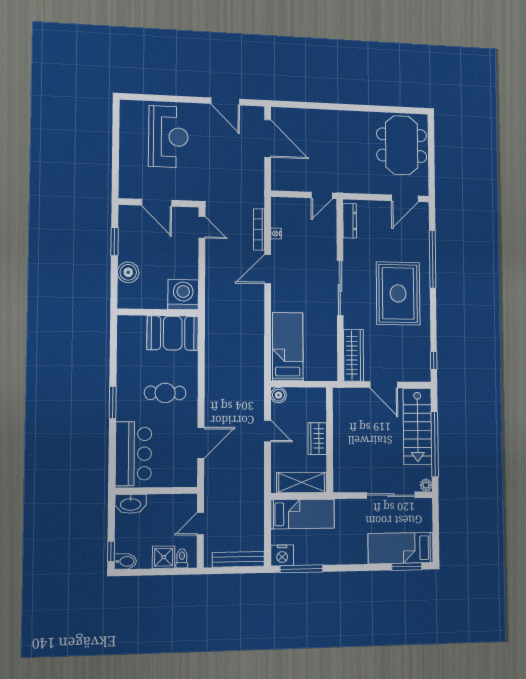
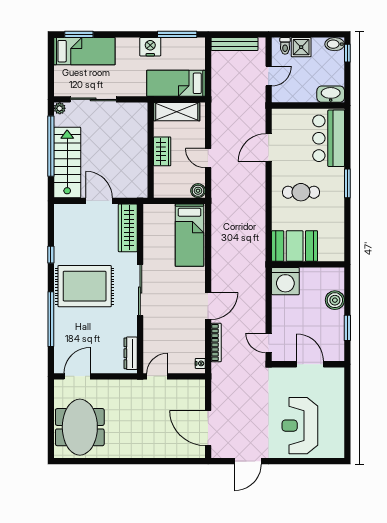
door: (225, 101) -> (248, 461), swing flipped
nightstand: (276, 234) -> (200, 363), moved
rug: (398, 293) -> (85, 286), turned 90
window: (434, 360) -> (51, 255), moved
nightstand: (282, 555) -> (150, 47), moved

